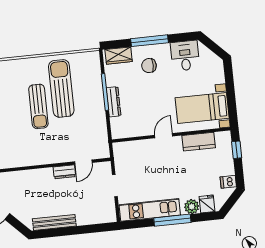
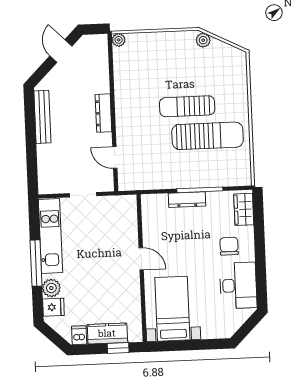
window: (150, 41) -> (260, 249), removed
desk: (185, 56) -> (238, 285), width x1.37
kitchen counter: (199, 142) -> (107, 333), moved, turned 90
dresser: (64, 172) -> (103, 113), moved, width x1.44

